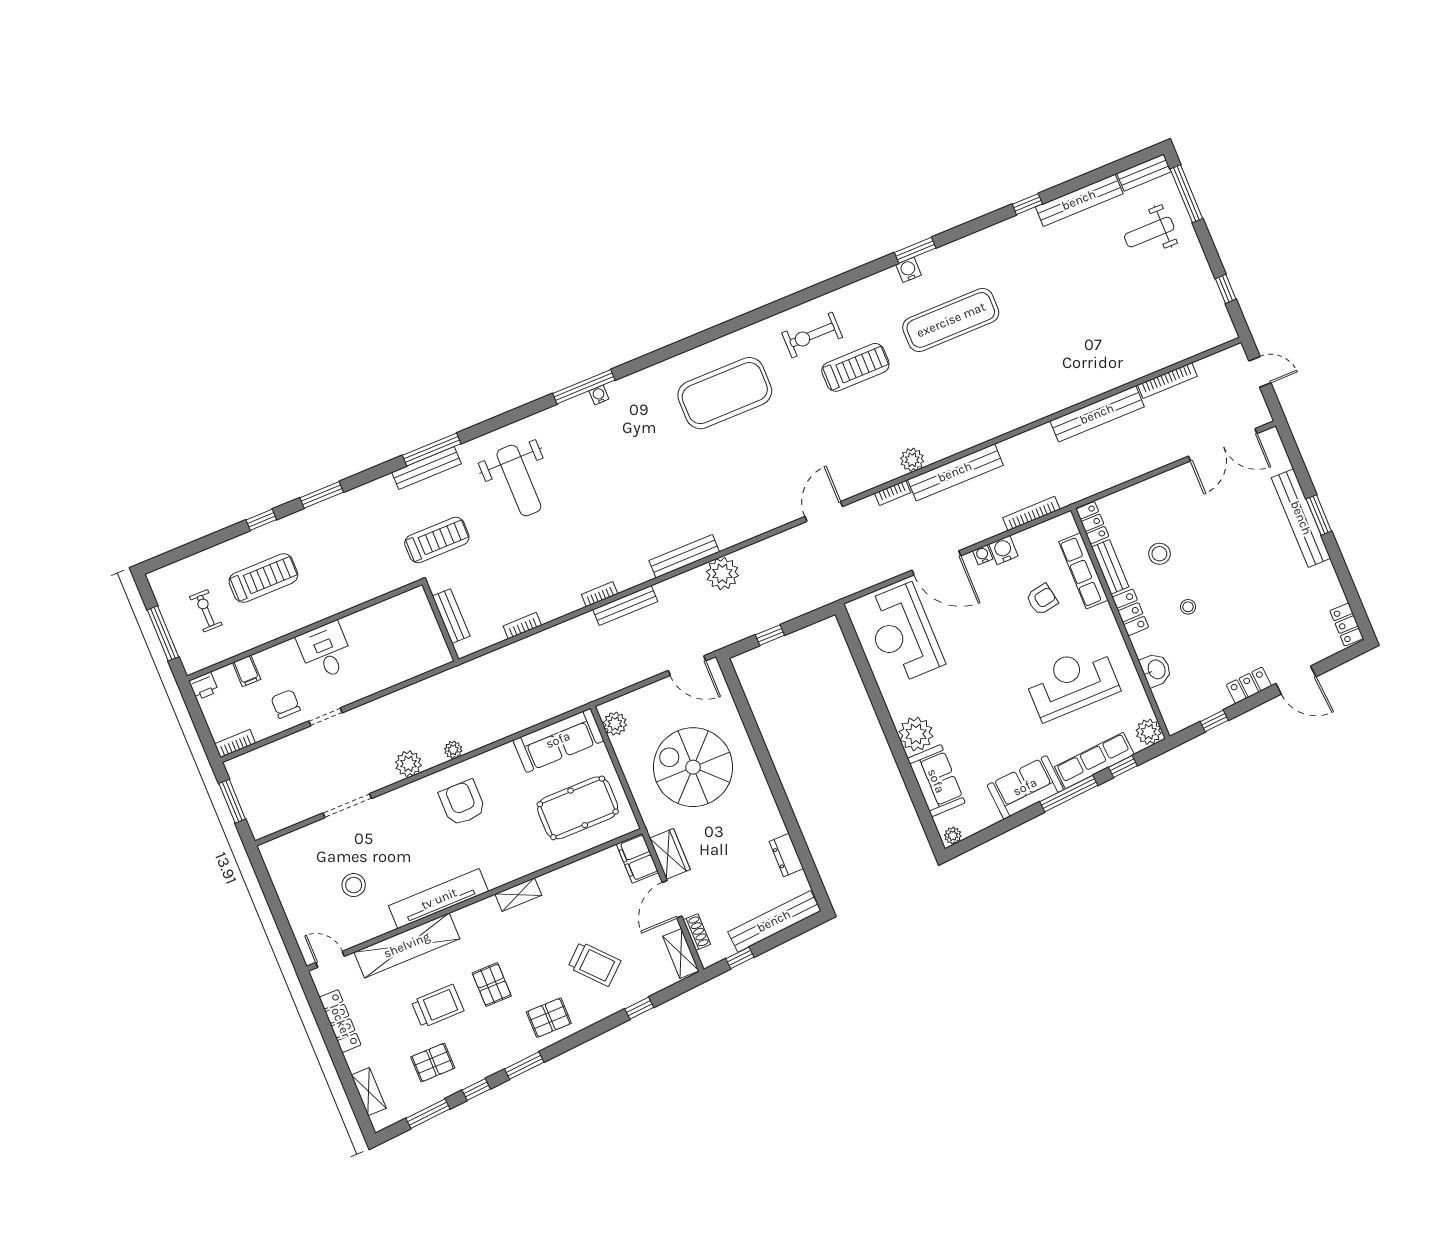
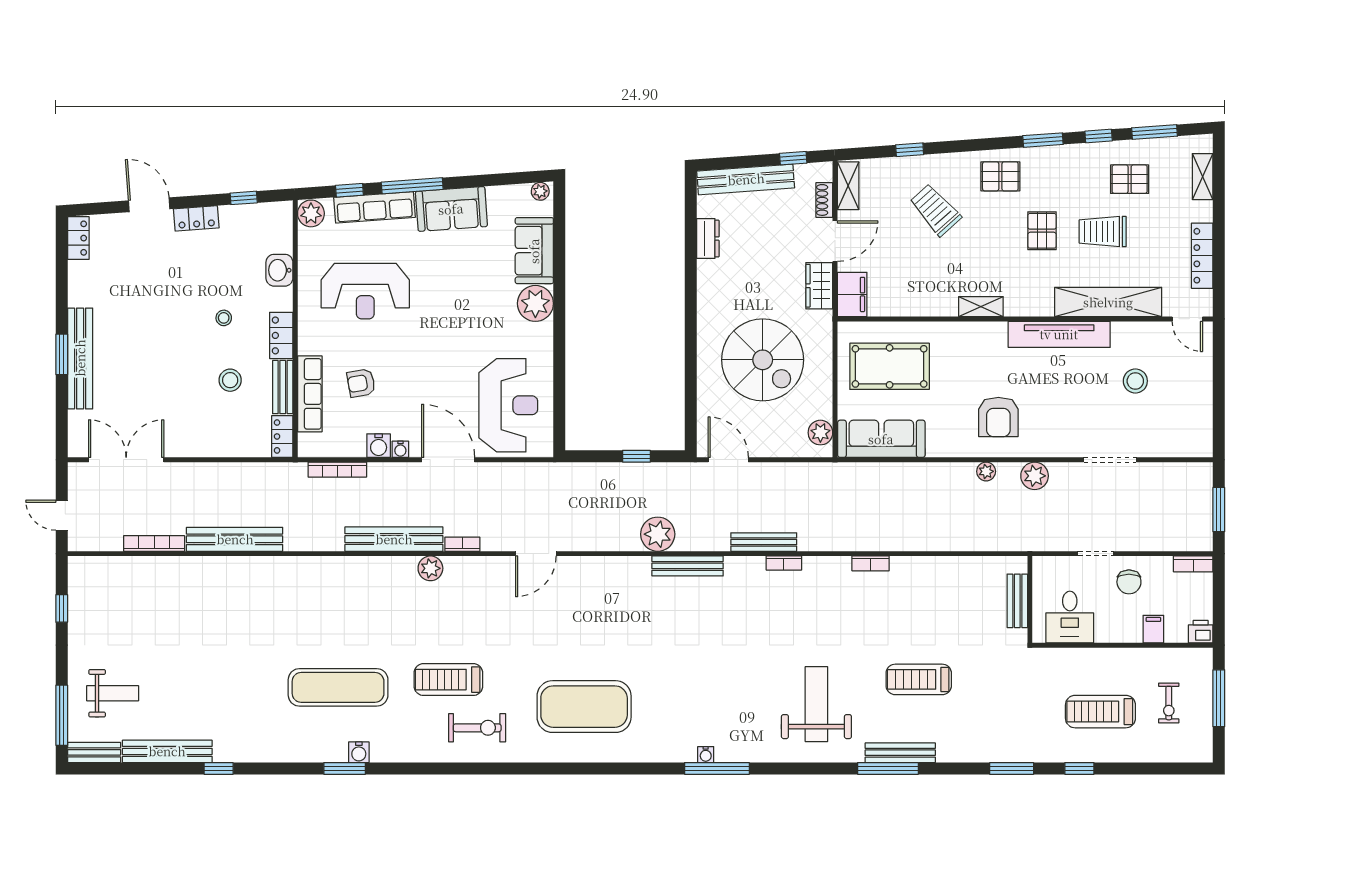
bench: (451, 616) -> (1017, 601), moved
wall: (440, 622) -> (1030, 599), moved

